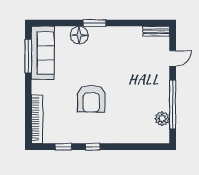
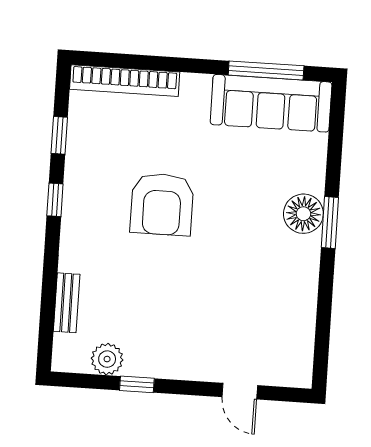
bench: (156, 31) -> (67, 303), moved
floor lamp: (79, 35) -> (303, 214), moved
armchair: (91, 99) -> (162, 204), turned -90
window: (173, 105) -> (137, 384), width x0.32

